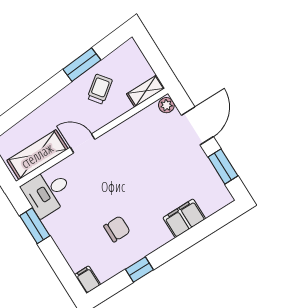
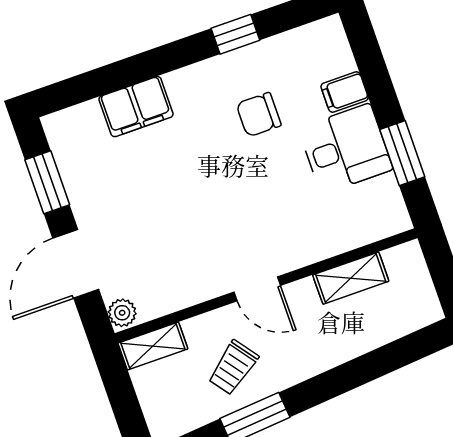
door: (83, 143) -> (257, 289), moved
shelving: (37, 155) -> (351, 278), width x0.67, depth x0.75
desk: (48, 192) -> (346, 149), moved
filing cabinet: (88, 280) -> (345, 92), moved, turned 90

